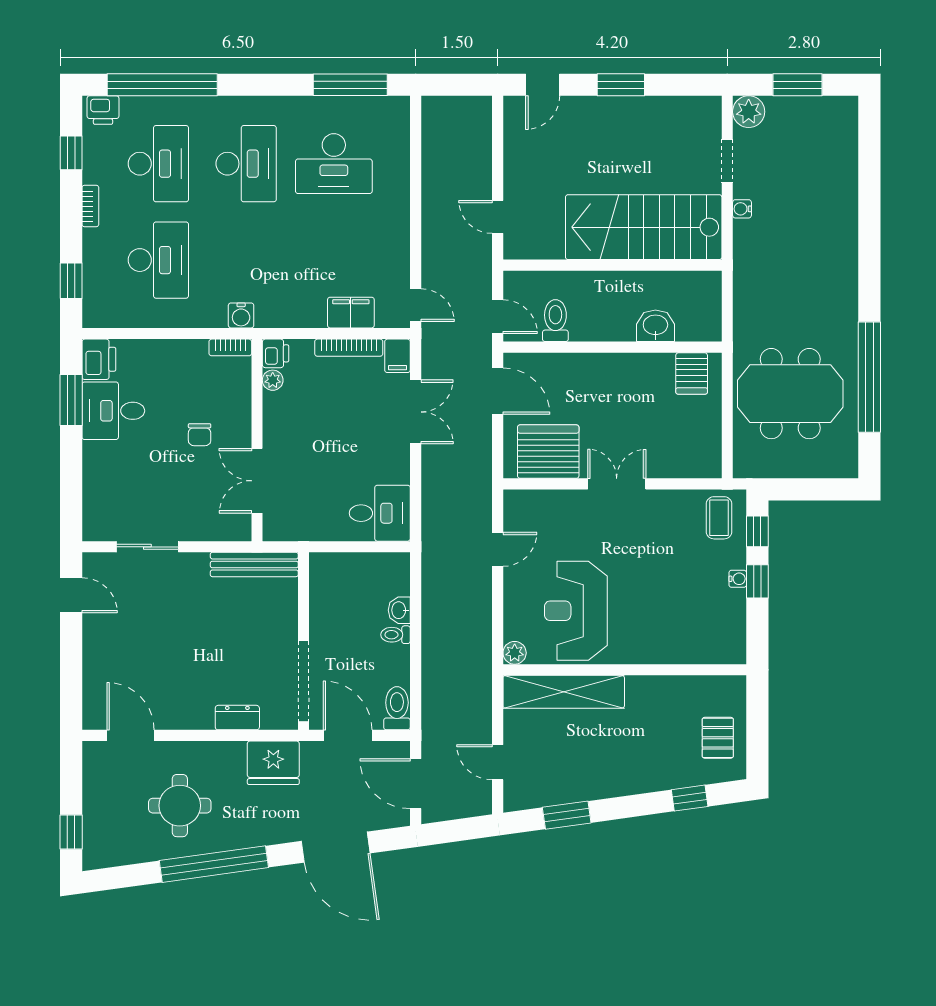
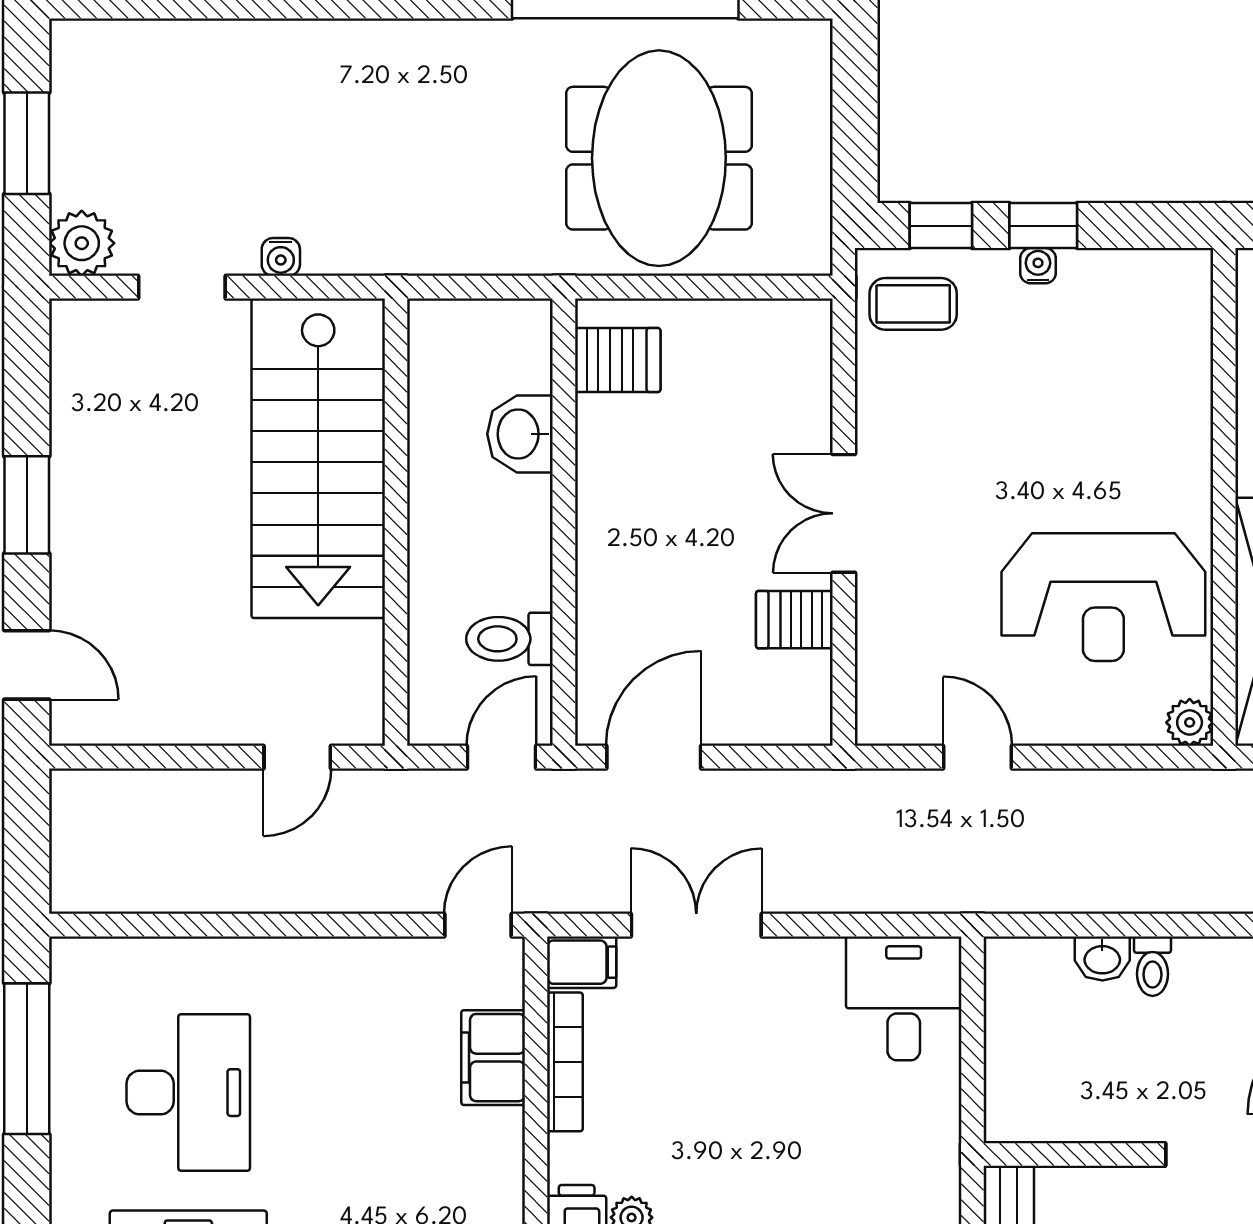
server rack: (548, 452) -> (794, 620), width x0.46, depth x0.70

